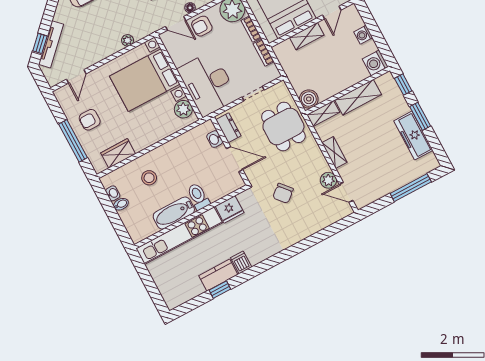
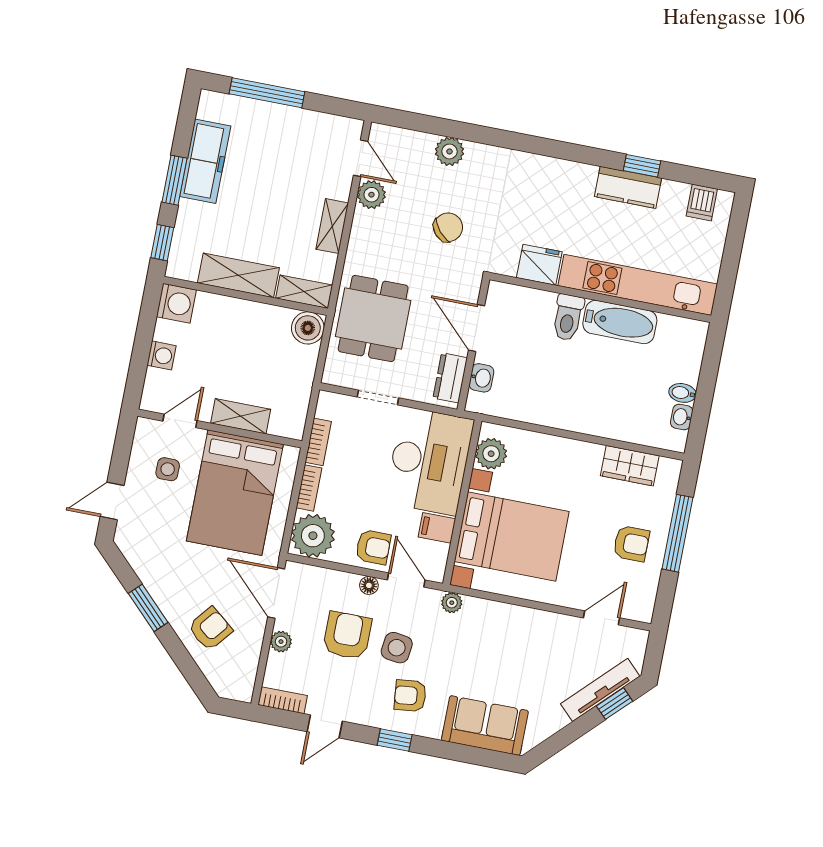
plant: (128, 40) -> (452, 603), moved
filing cabinet: (181, 57) -> (437, 528), added
stool: (149, 178) -> (614, 398), removed
plant: (310, 227) -> (450, 151), added
dishwasher: (241, 262) -> (702, 202), moved

